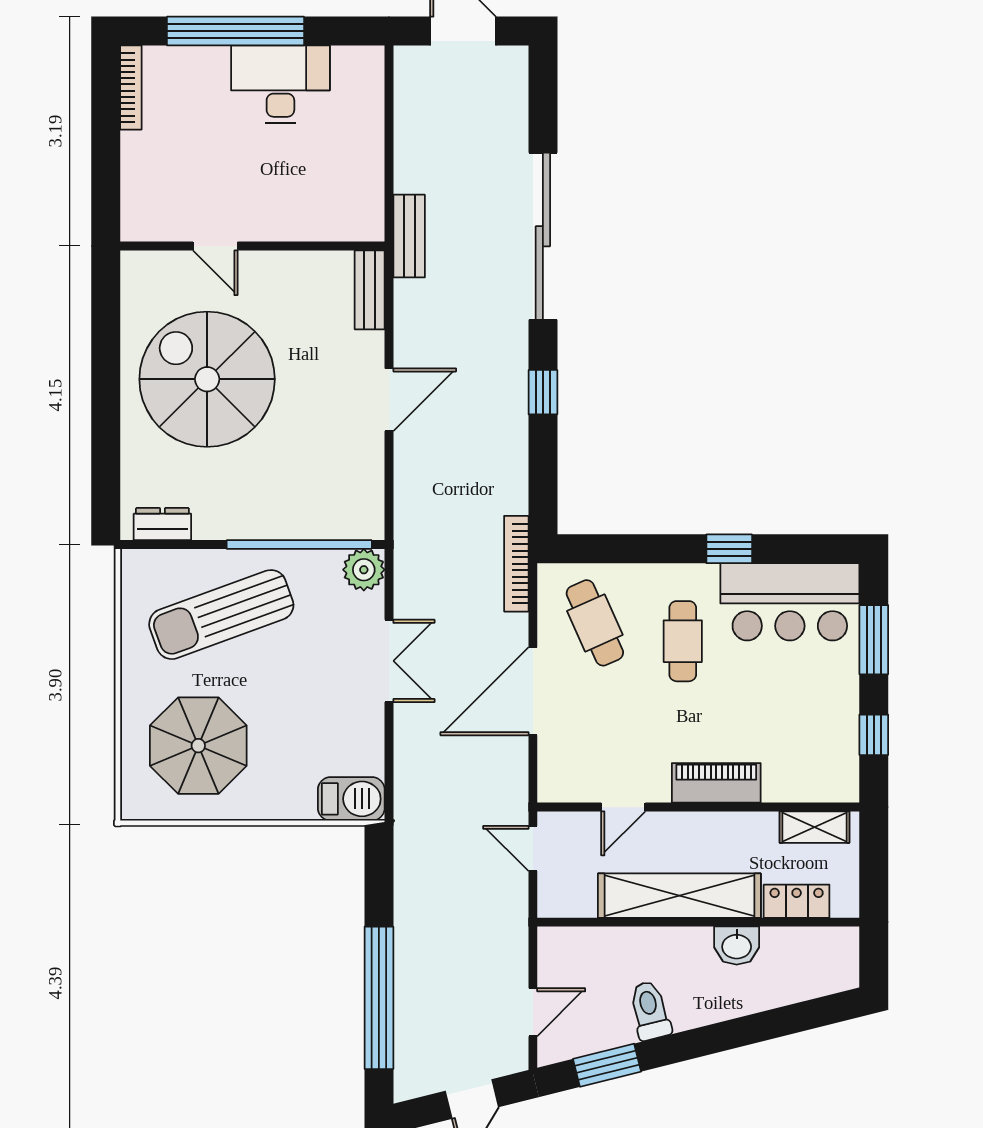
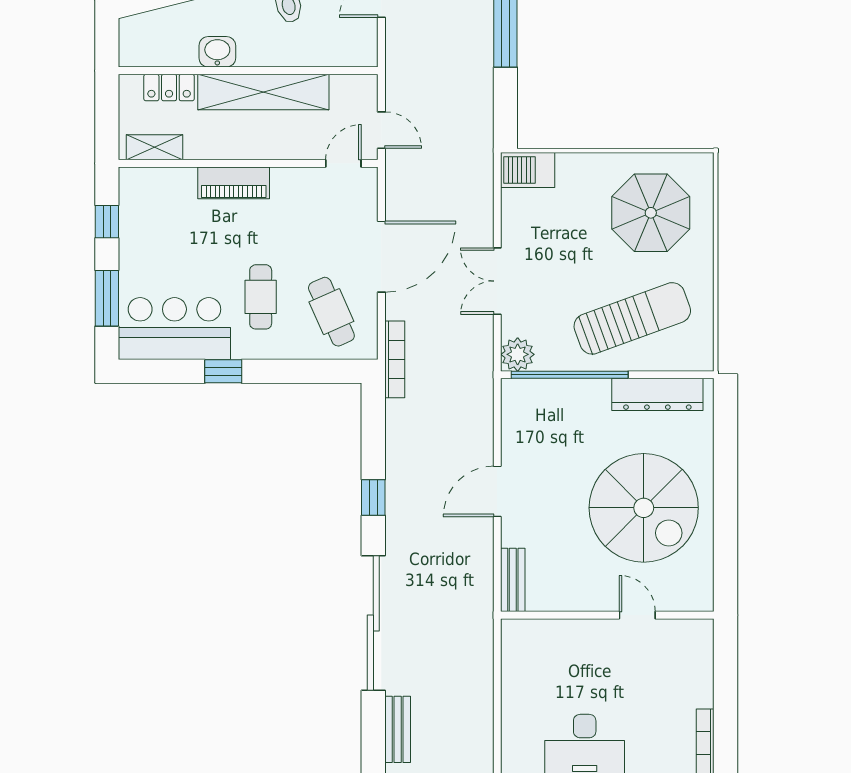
bench: (409, 236) -> (398, 729), moved
dresser: (162, 524) -> (657, 394), width x1.96, depth x1.24
door: (623, 807) -> (343, 163), moved

